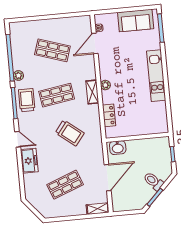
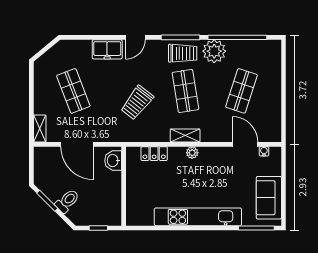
plant: (18, 76) -> (214, 51), width x1.88, depth x1.88
kitchen unit: (156, 76) -> (198, 217), width x1.36

